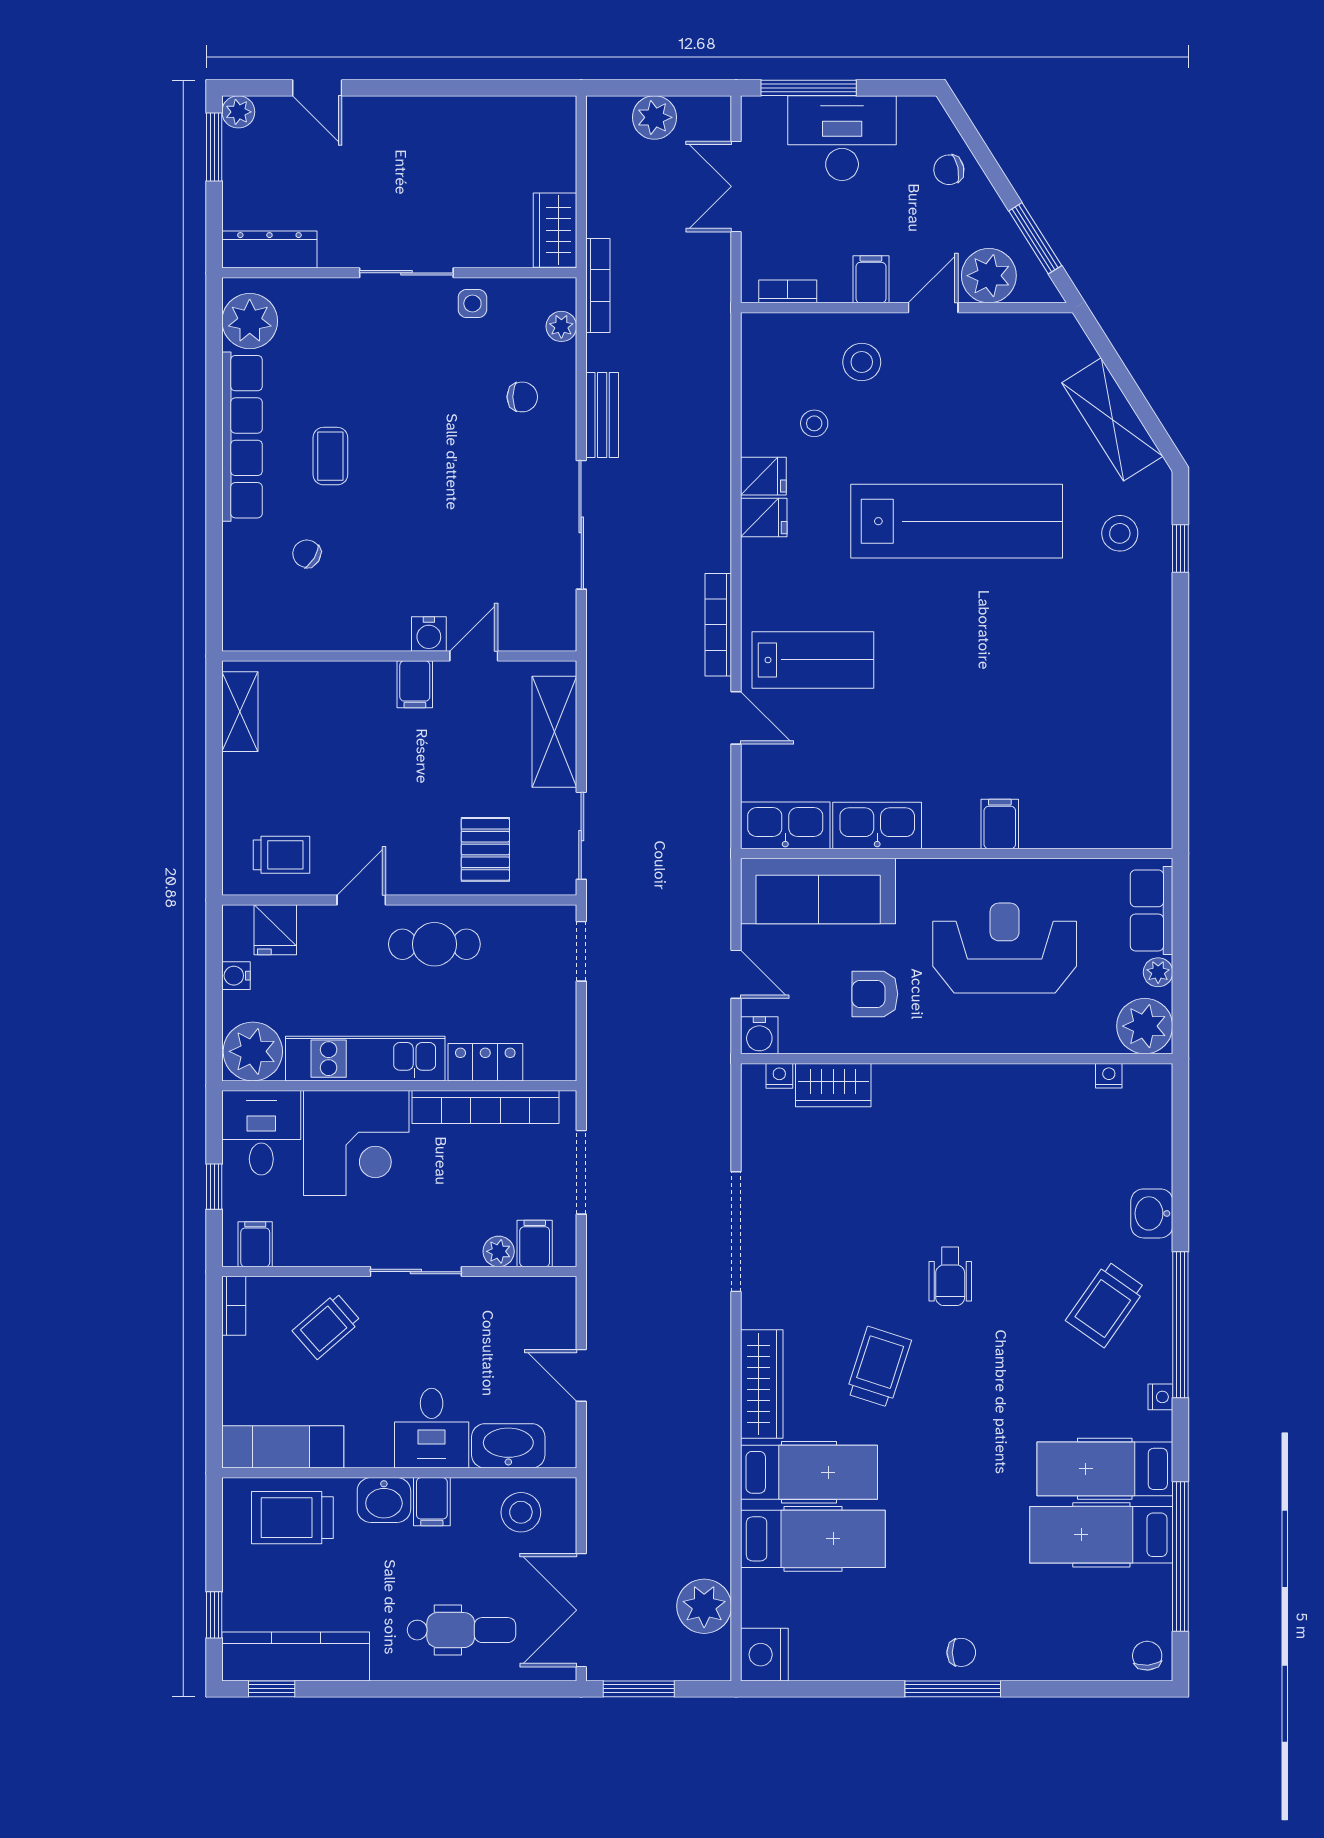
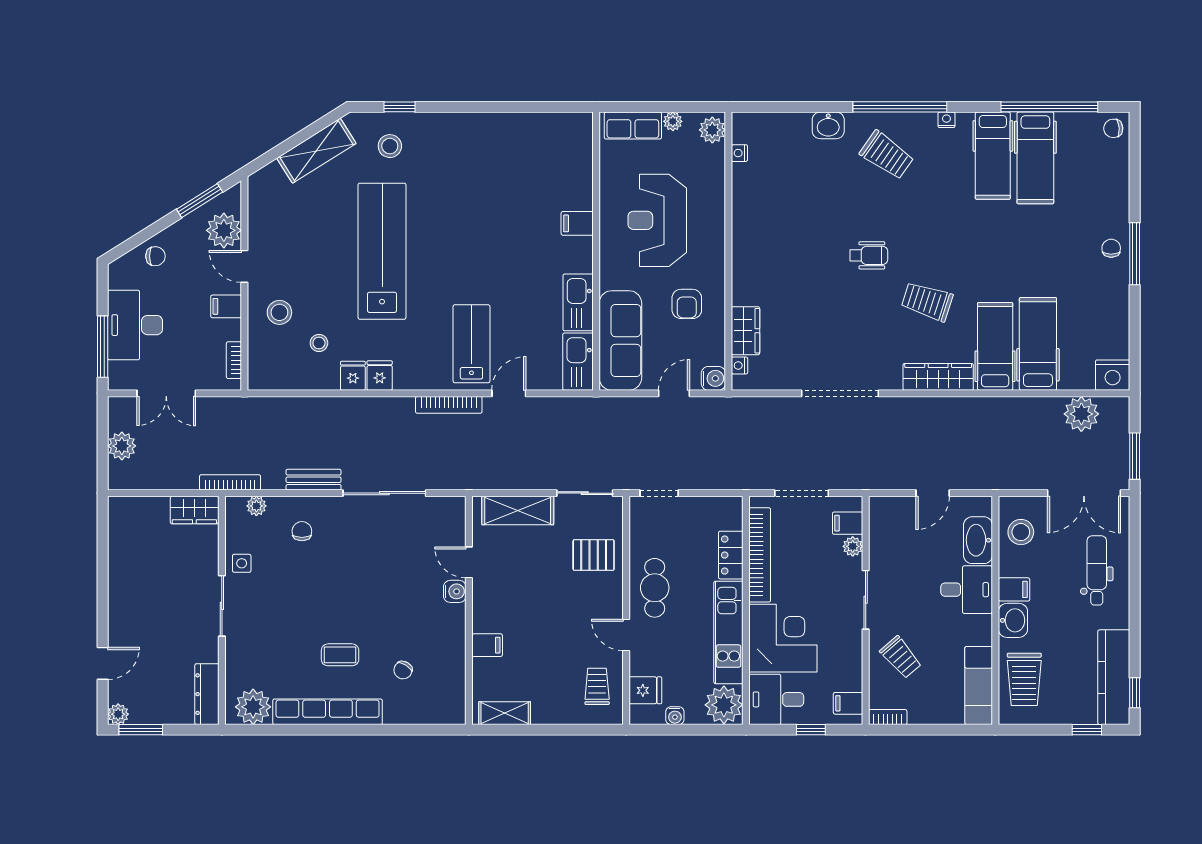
chair: (949, 170) -> (155, 256), turned -78
filing cabinet: (415, 684) -> (487, 645), moved
plant: (1145, 1026) -> (712, 130), width x0.73, depth x0.73

